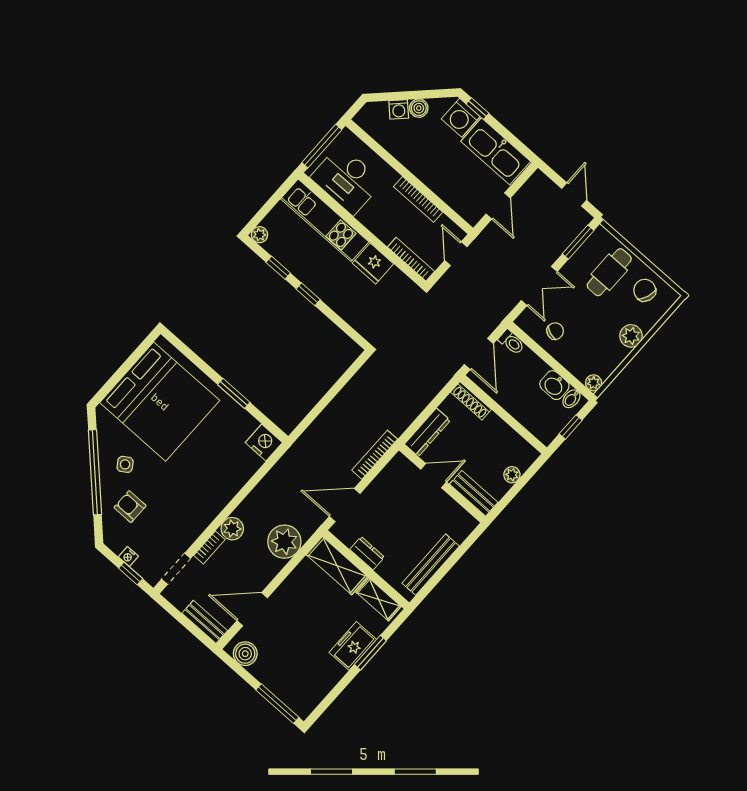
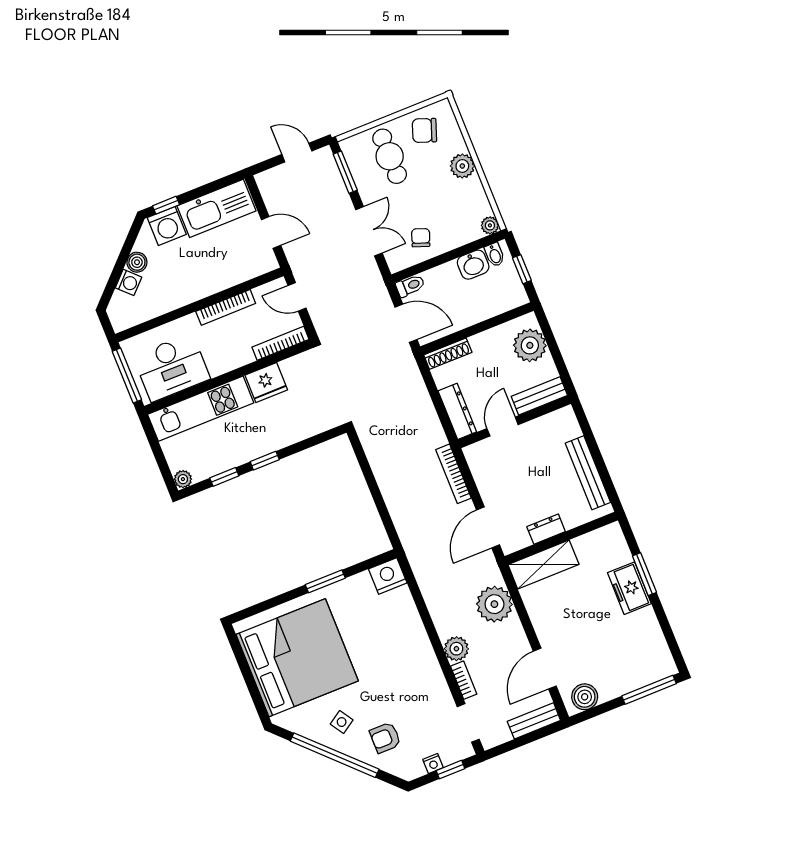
plant: (512, 475) -> (530, 345), width x1.88, depth x1.88
shelving: (379, 599) -> (597, 540), removed

